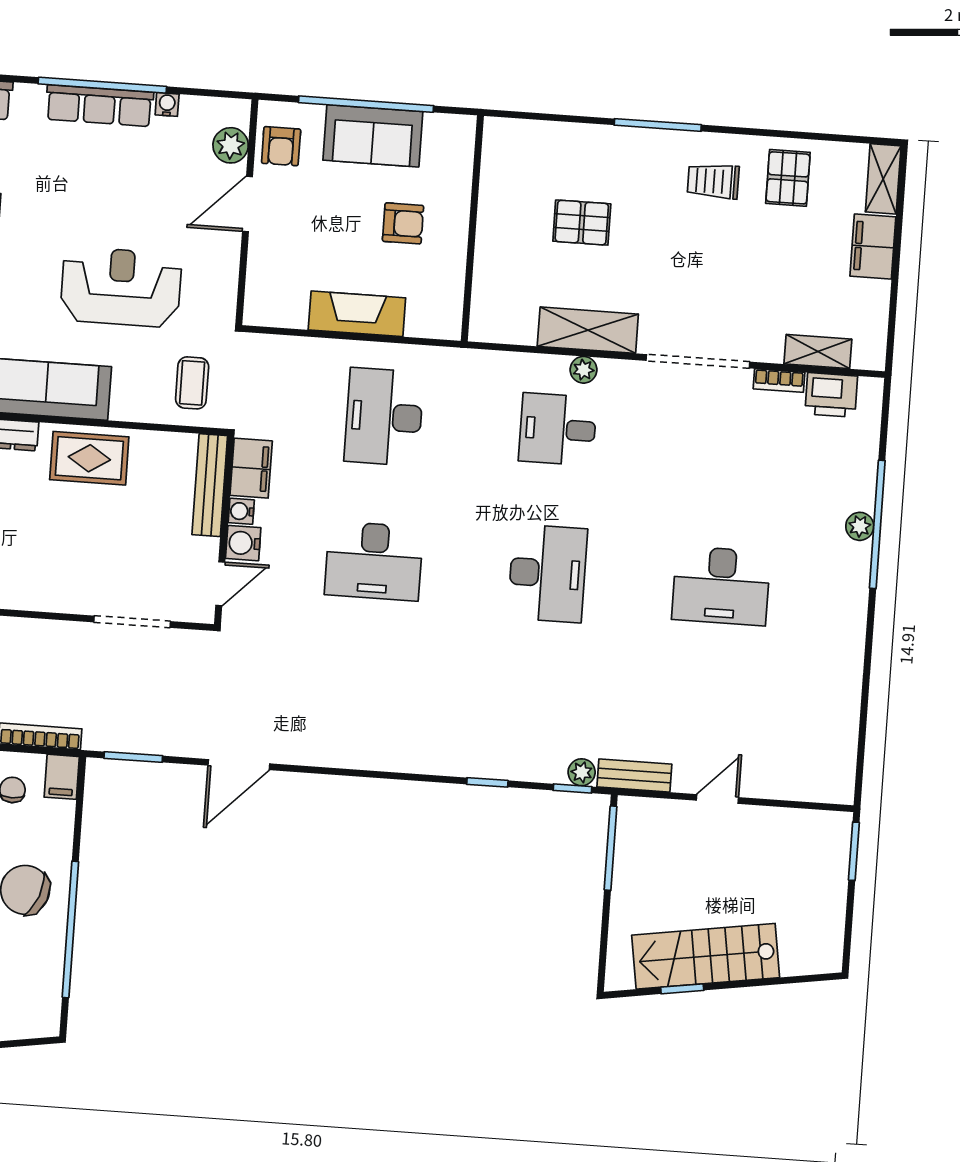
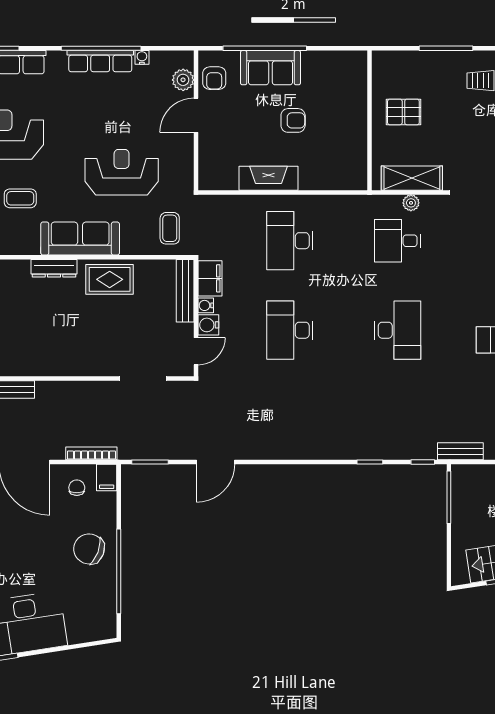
wall: (472, 228) -> (369, 120), moved
desk: (374, 561) -> (290, 330), turned 90
plant: (582, 772) -> (428, 452), removed

